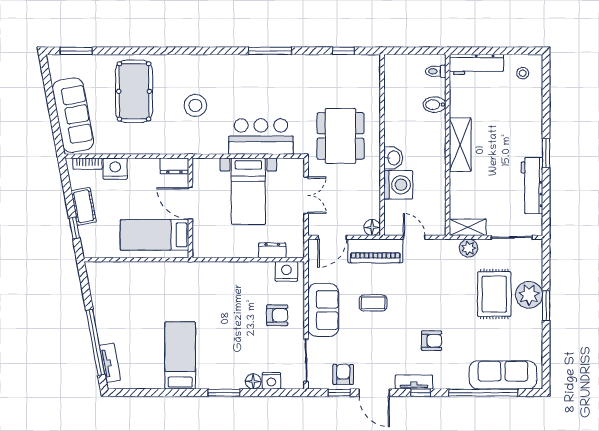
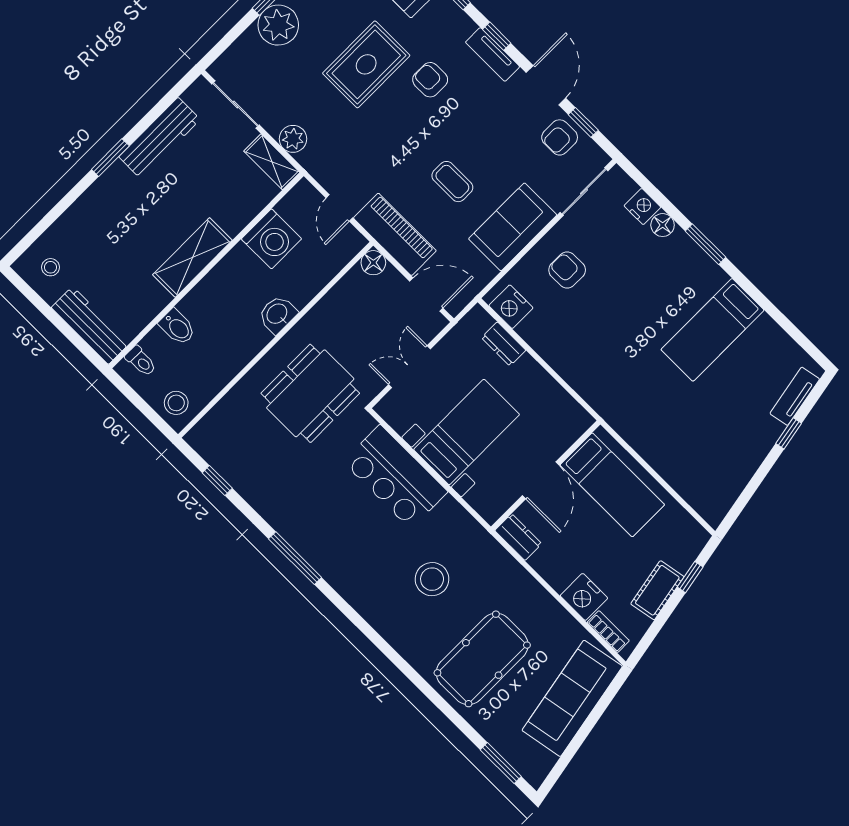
stool: (399, 68) -> (176, 403), added
washing machine: (398, 185) -> (271, 239), moved, turned 180
rug: (494, 294) -> (366, 64), moved
window: (95, 342) -> (789, 433), width x0.32

